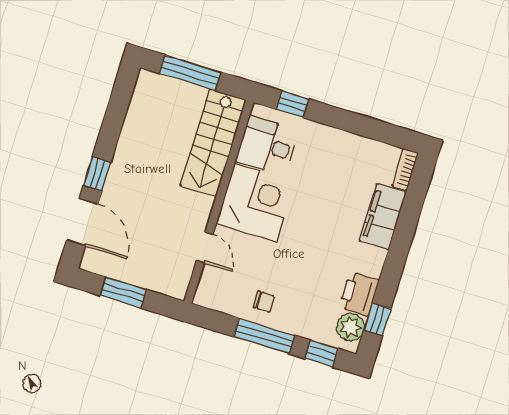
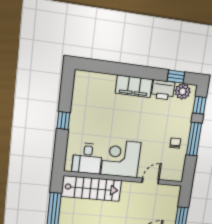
window: (293, 104) -> (63, 121), moved
bookcase: (405, 170) -> (86, 76), removed
filing cabinet: (383, 217) -> (134, 86), moved

